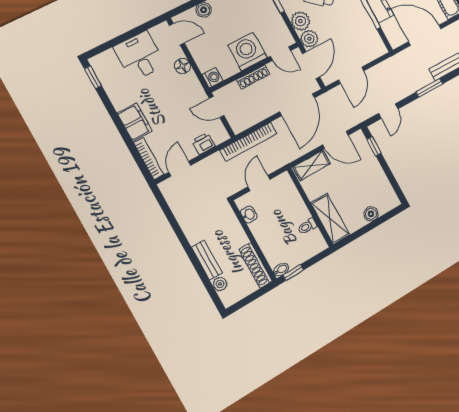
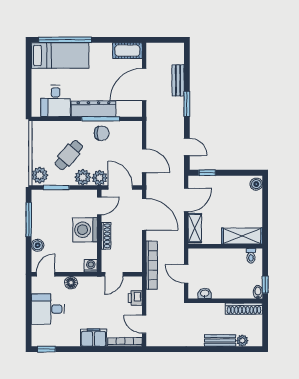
chair: (355, 17) -> (102, 133), added
boiler: (371, 214) -> (256, 184), moved
toilet: (307, 226) -> (251, 256), moved

